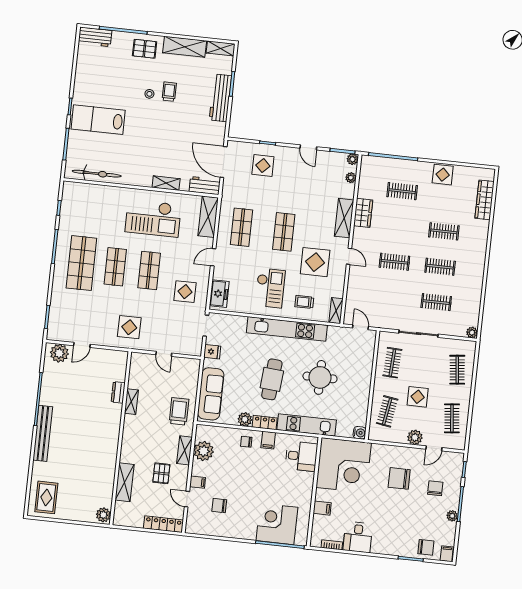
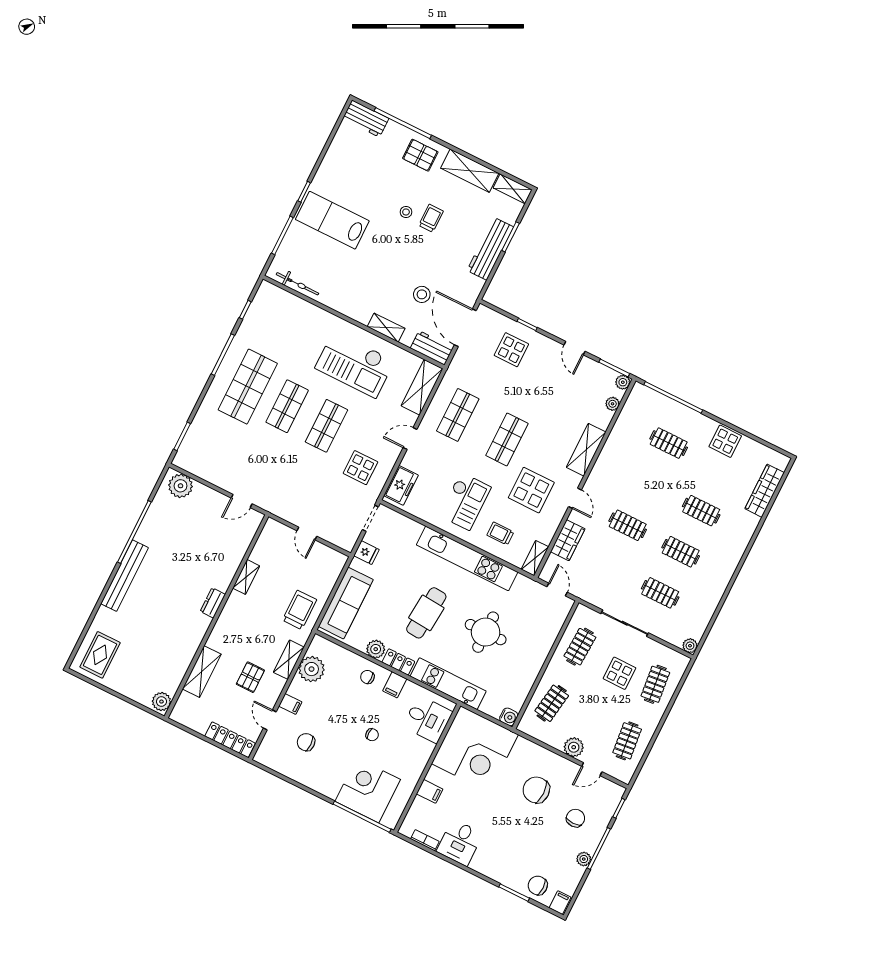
stool: (183, 149) -> (422, 294), added
bicycle: (97, 174) -> (297, 284), width x0.73, depth x0.71
wardrobe: (363, 213) -> (568, 540), moved
display table: (129, 327) -> (277, 486), removed
door: (82, 345) -> (242, 501), moved
dresser: (118, 392) -> (213, 603), moved
display table: (418, 397) -> (619, 673), moved
chair: (265, 482) -> (372, 735), added
chair: (426, 547) -> (538, 886), turned 180

